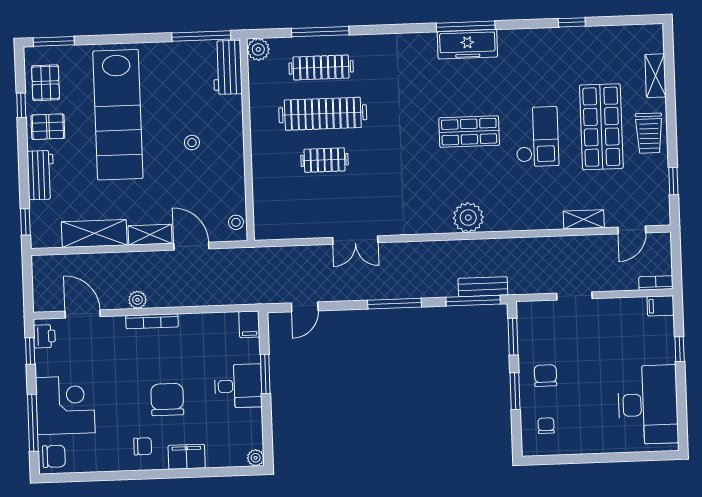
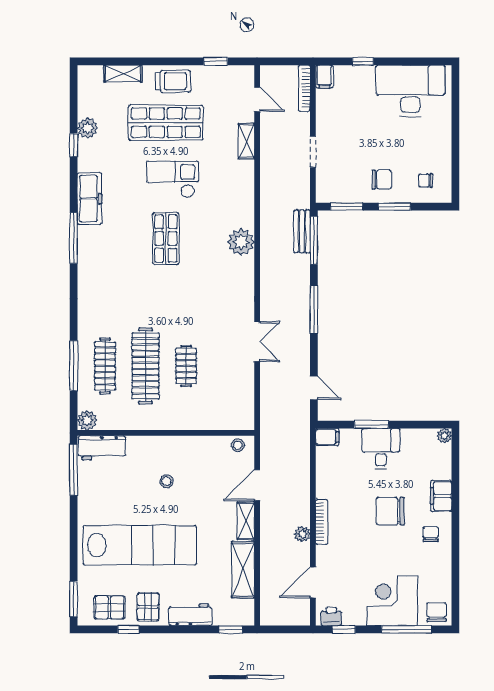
plant: (592, 38) -> (88, 128), added
freezer: (467, 44) -> (89, 199), moved
bookcase: (656, 283) -> (304, 88), width x1.56
chair: (545, 376) -> (382, 179), turned 180

